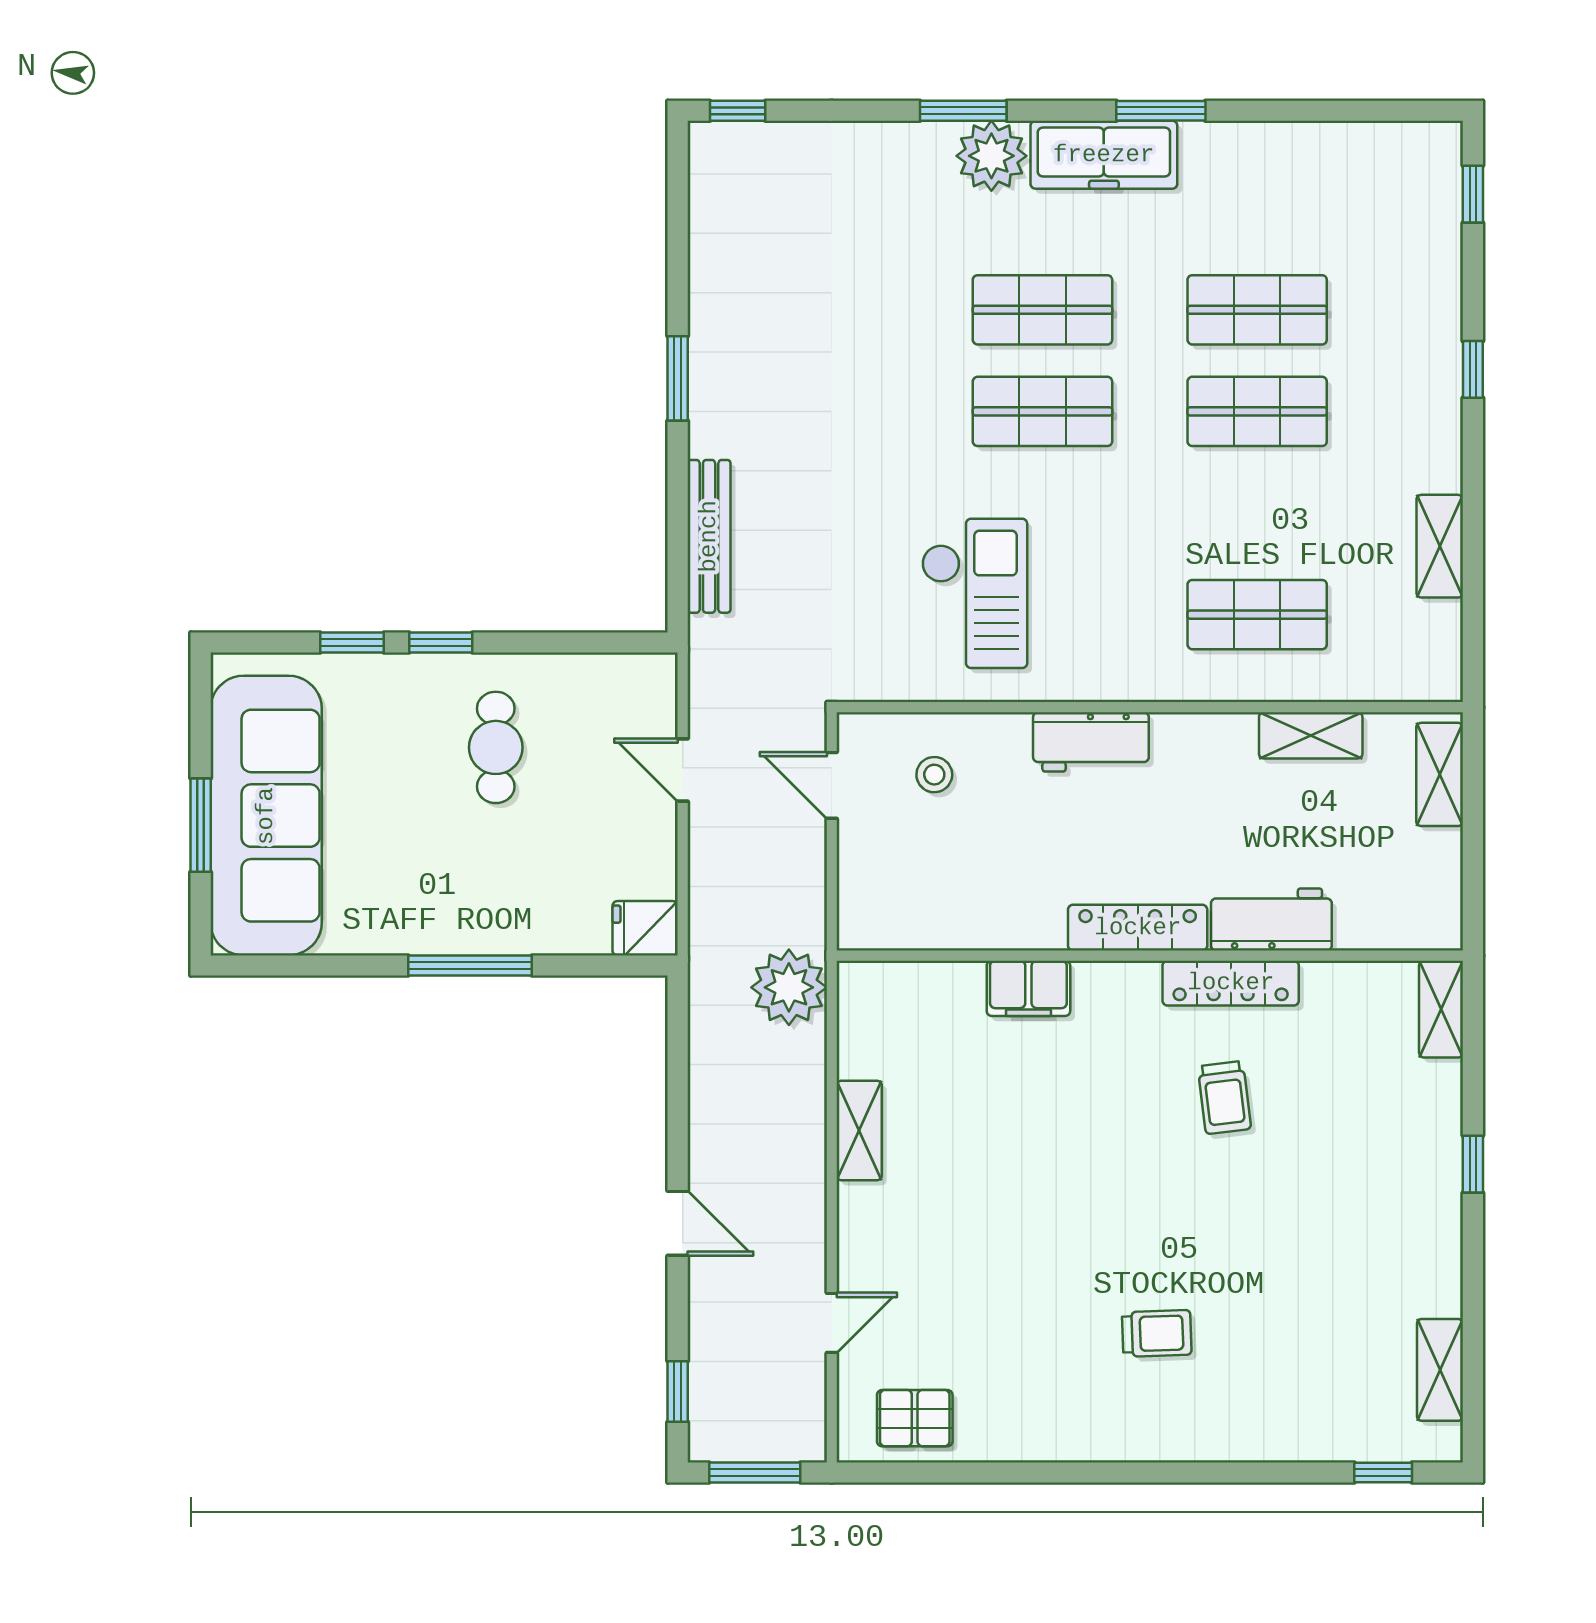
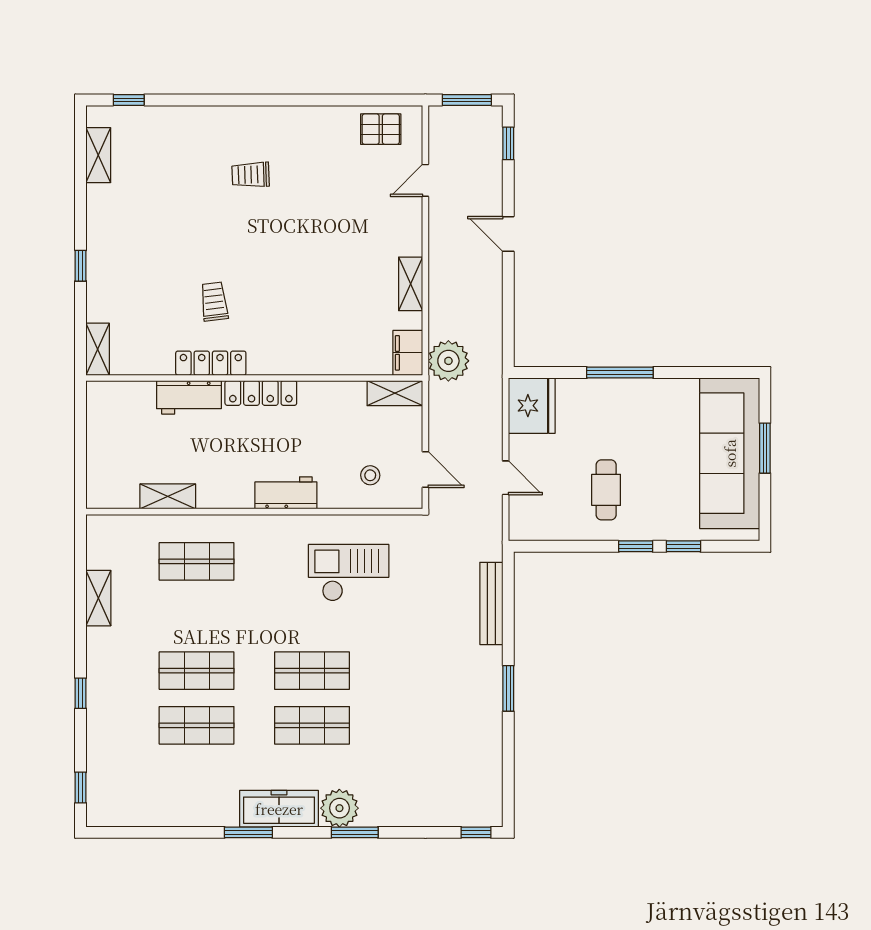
checkout: (974, 593) -> (349, 573), turned 90
shelving: (1440, 774) -> (395, 393), moved, turned 90
fridge: (645, 928) -> (532, 406), width x1.88, depth x1.34
filing cabinet: (1028, 988) -> (408, 353), moved, turned -90

